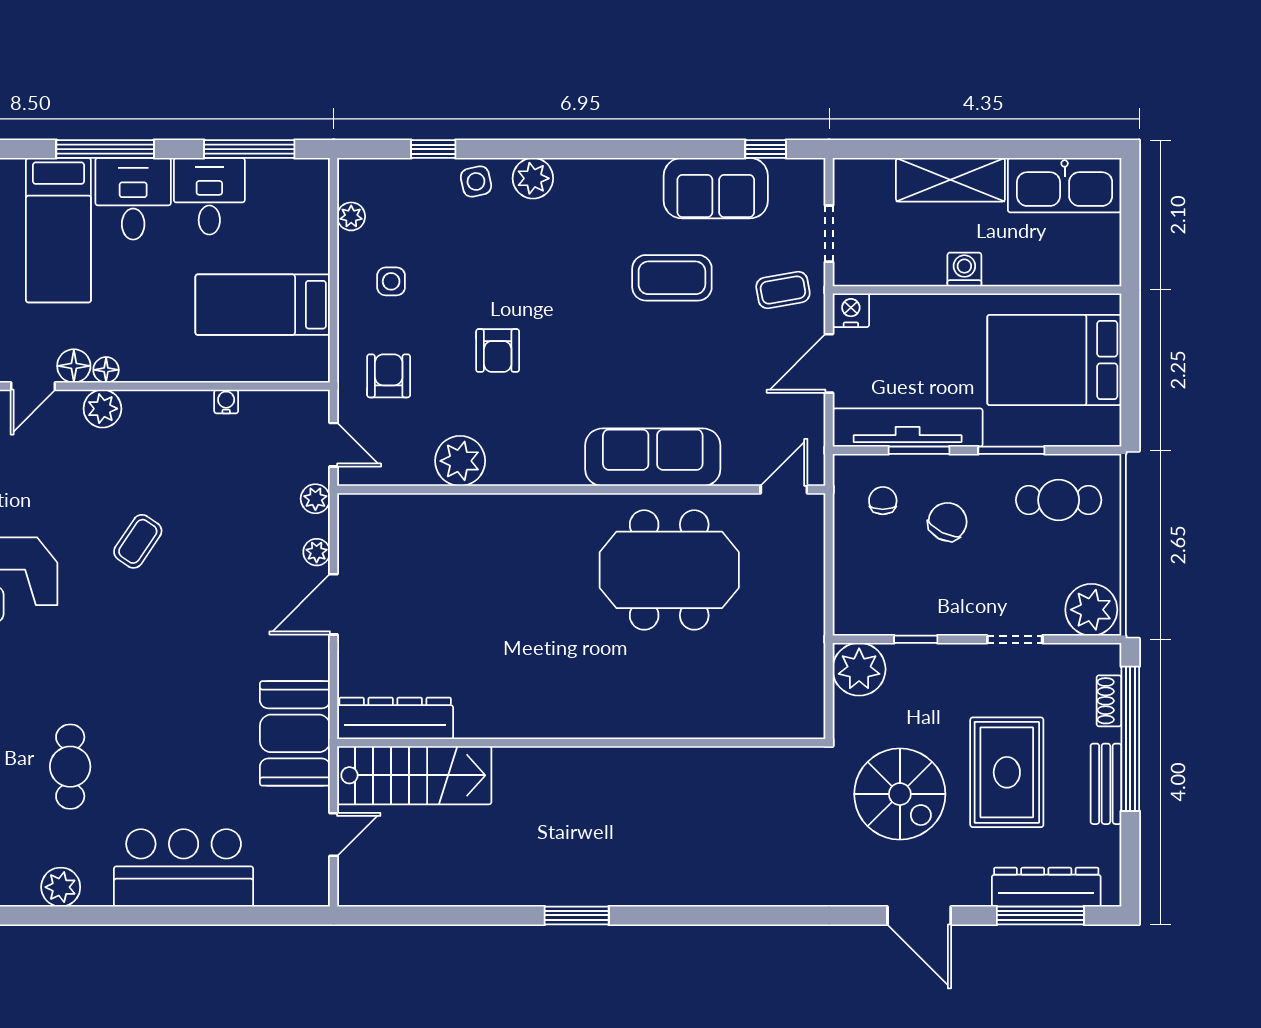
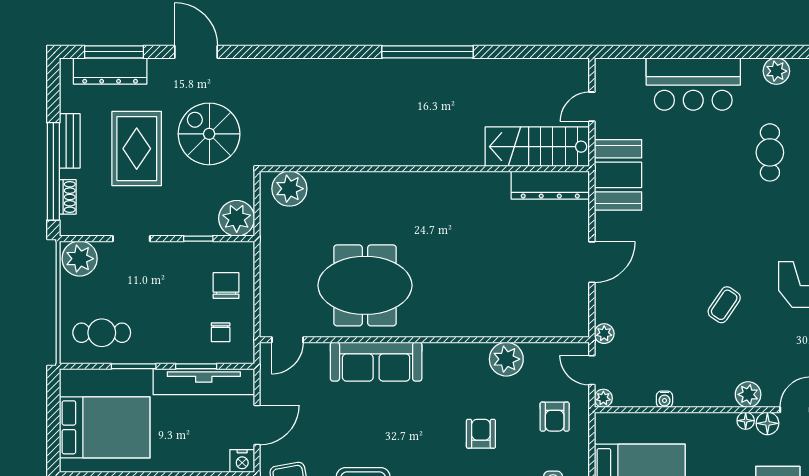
chair: (948, 522) -> (226, 285), moved, turned 153
plant: (317, 552) -> (603, 398), moved
plant: (781, 713) -> (289, 189), added
window: (577, 915) -> (427, 52), width x2.11

